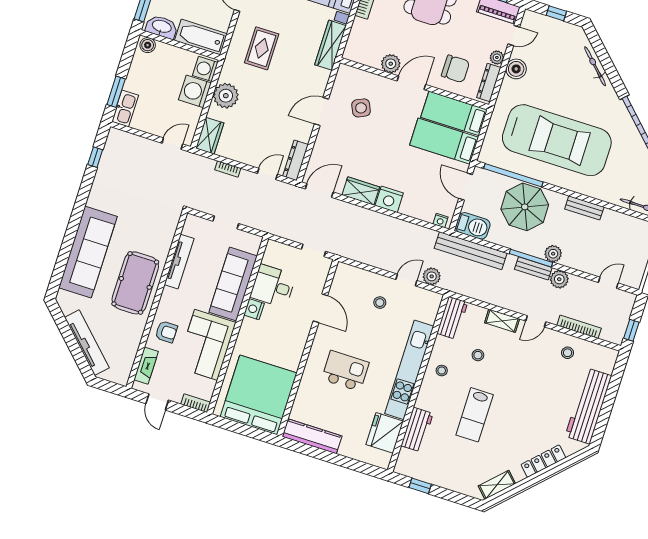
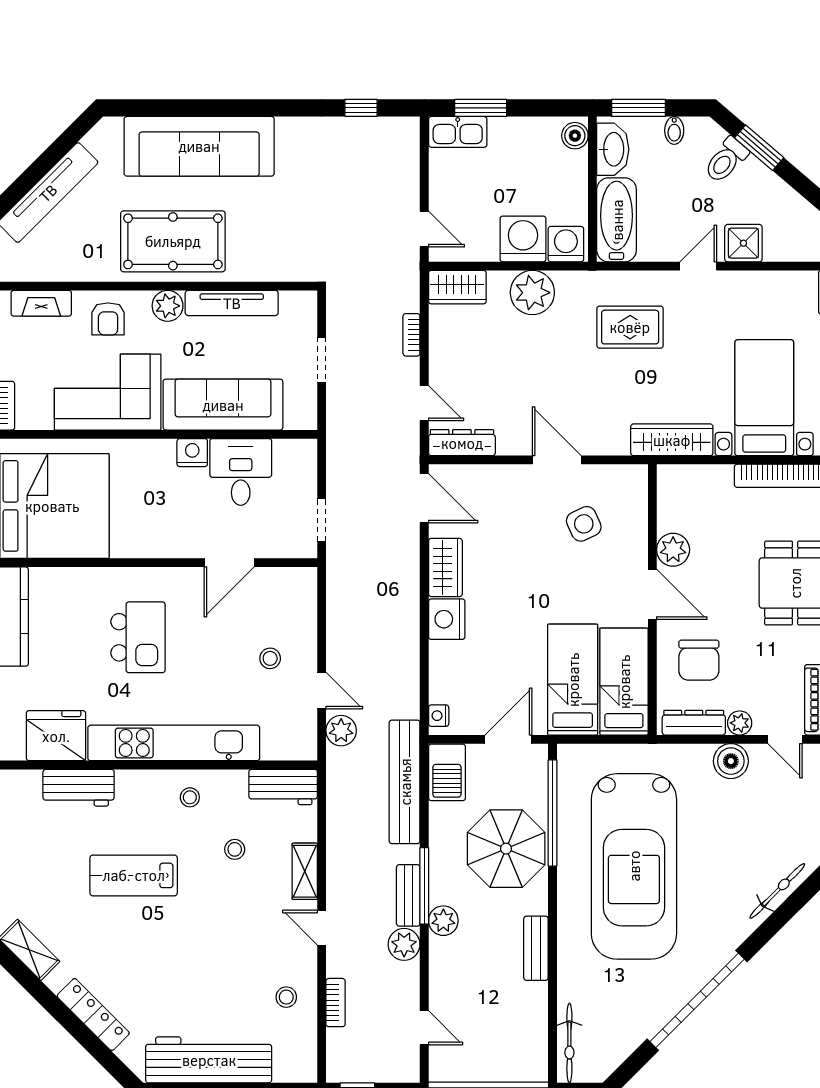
plant: (170, 297) -> (168, 306), added
bookcase: (579, 327) -> (336, 1003), width x0.64

